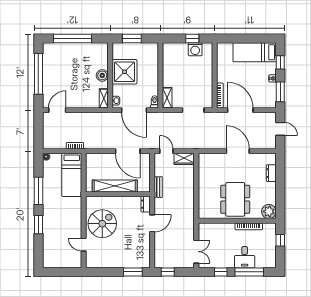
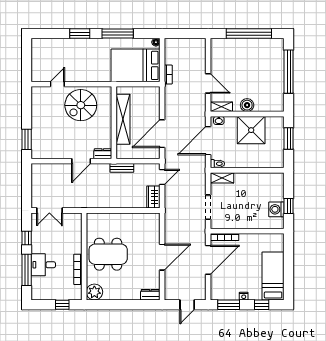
door: (57, 110) -> (208, 83), moved
dresser: (271, 173) -> (150, 295), moved
bed: (72, 175) -> (136, 65), width x1.50
door: (152, 223) -> (81, 161), hinge flipped
spiral stairs: (102, 224) -> (81, 105), turned 90
window: (168, 272) -> (27, 178), removed

